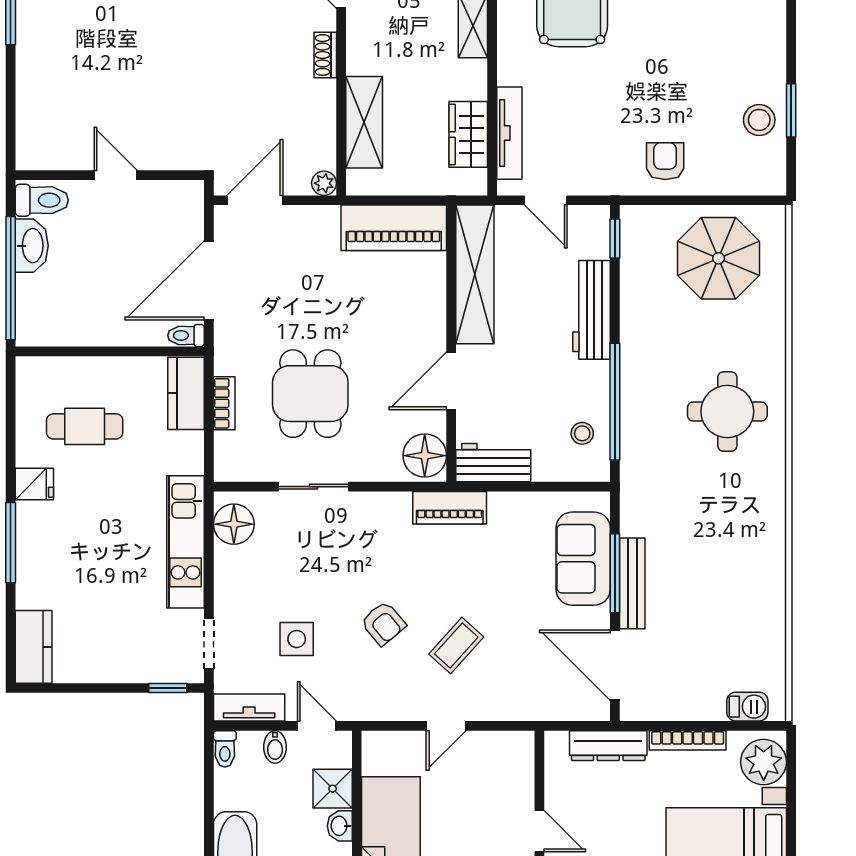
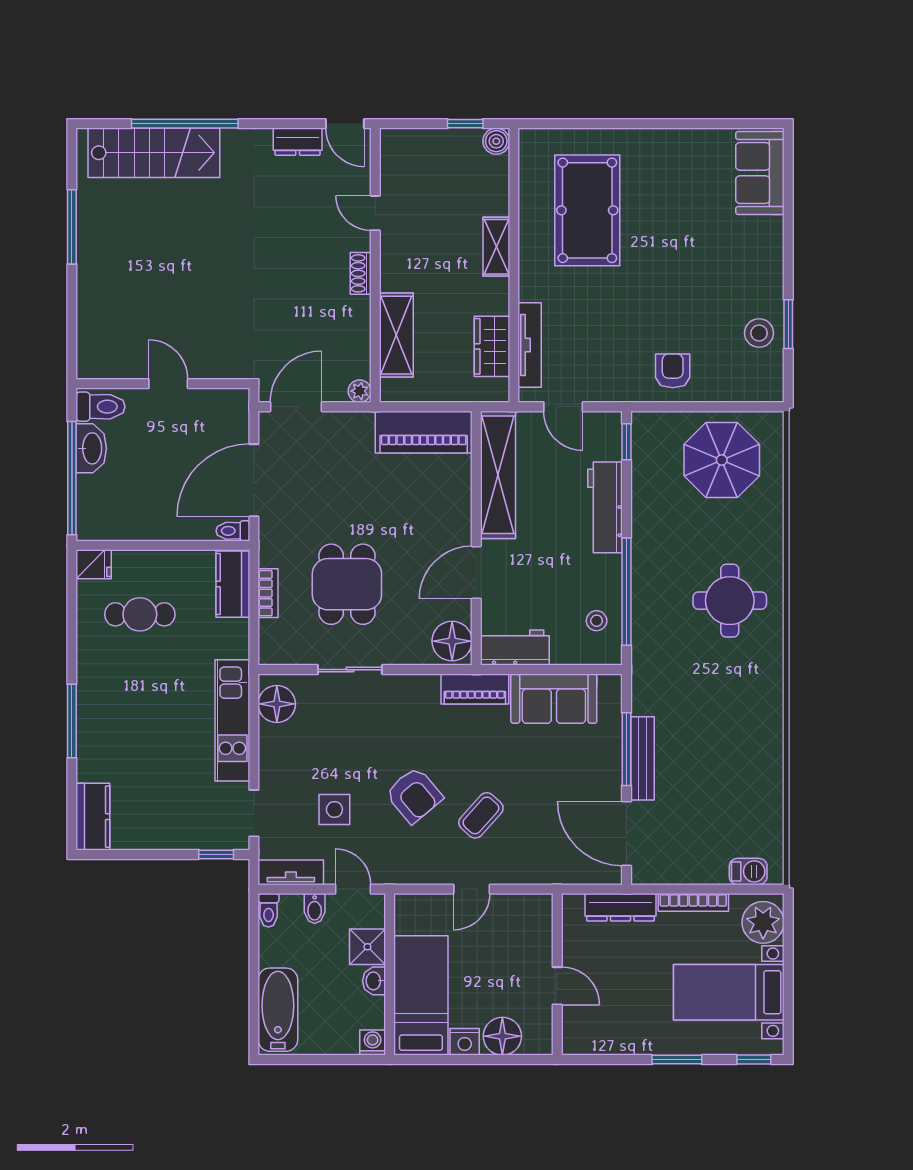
fridge: (34, 484) -> (94, 564), moved
sofa: (583, 559) -> (554, 699), moved, turned -90
armchair: (383, 623) -> (414, 795), width x1.38, depth x1.38

